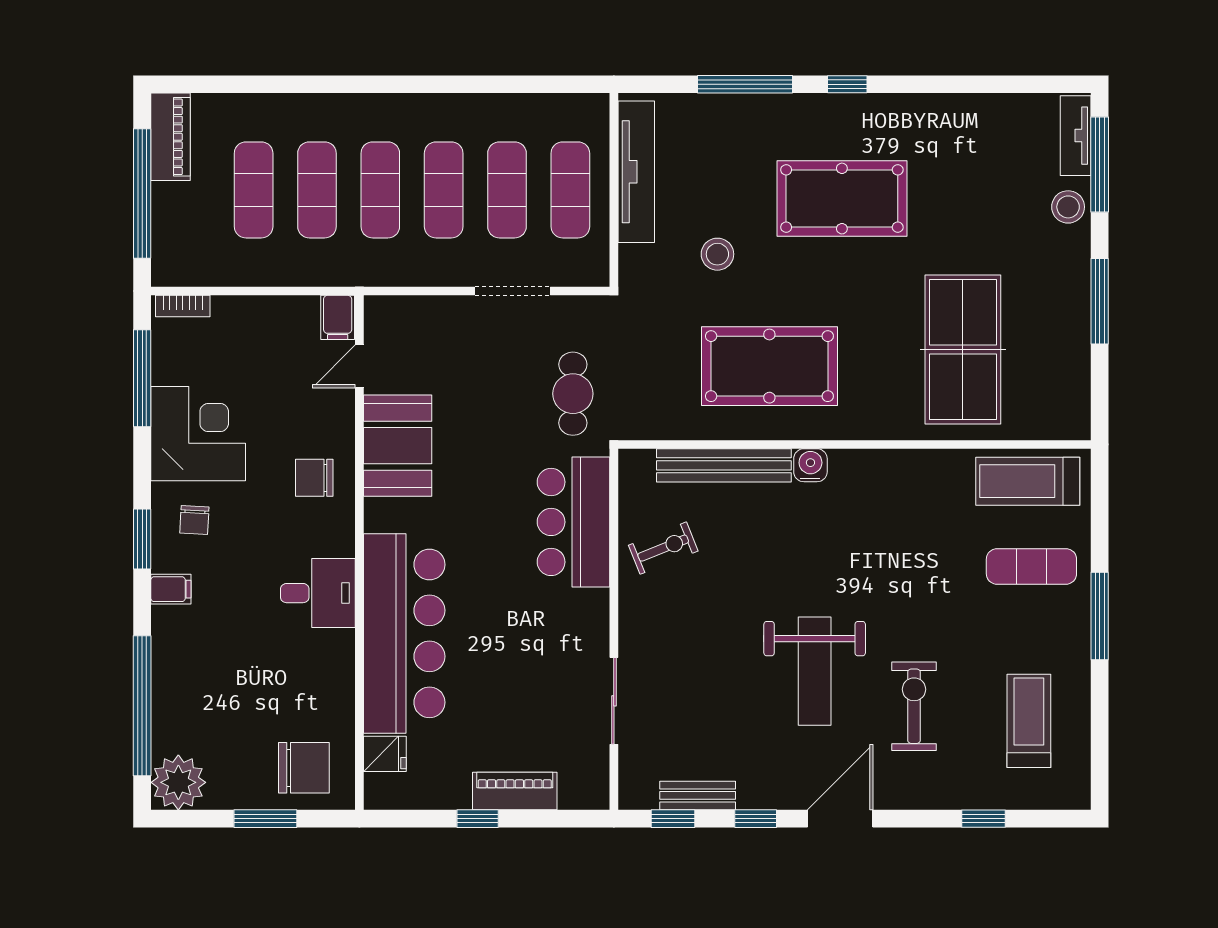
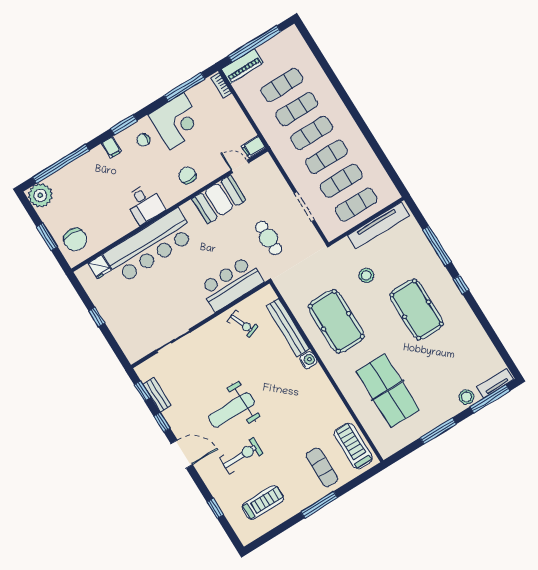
piano: (170, 137) -> (242, 66), moved
table tennis table: (963, 350) -> (388, 391), turned 90
cafe table: (573, 394) -> (269, 238), moved, turned 90
piano: (515, 791) -> (116, 325), removed

